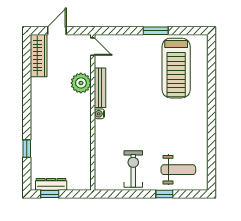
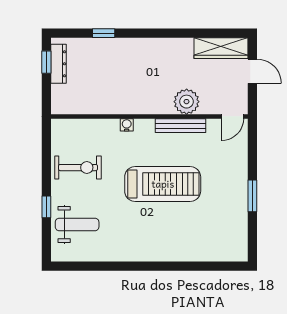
treadmill: (176, 68) -> (163, 184), moved, turned 180
water cooler: (99, 114) -> (127, 125), moved
weight bench: (178, 170) -> (77, 224), turned -90

